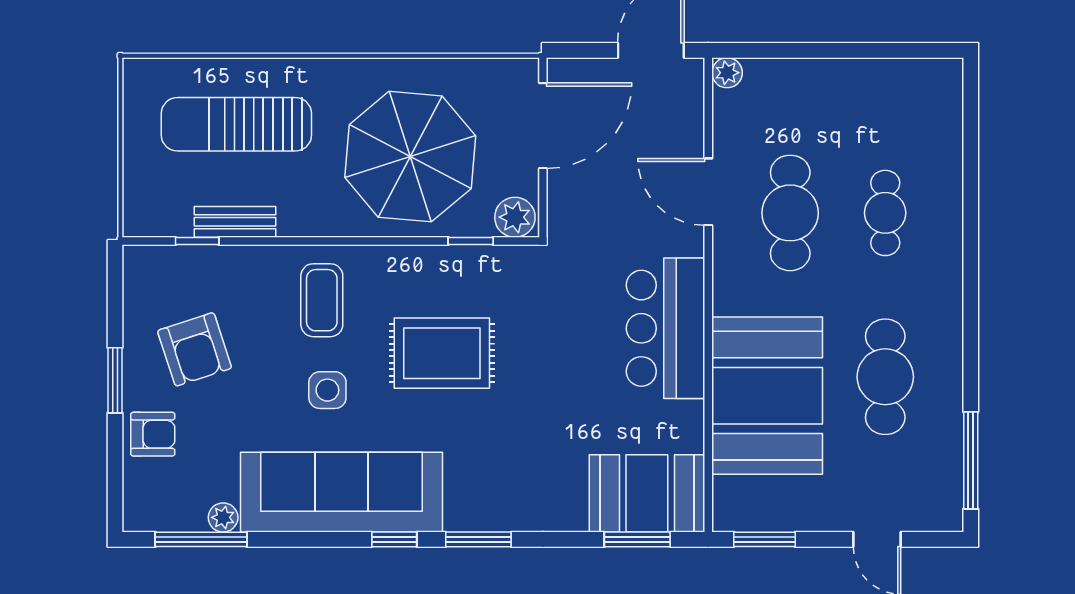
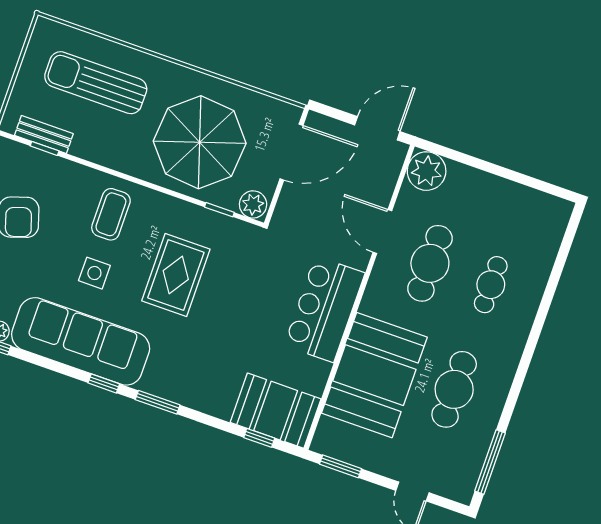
plant: (727, 73) -> (427, 171), width x1.87, depth x1.87
bench: (235, 222) -> (44, 134), moved
rug: (442, 353) -> (176, 275), turned 90
window: (637, 539) -> (259, 438), width x0.67

